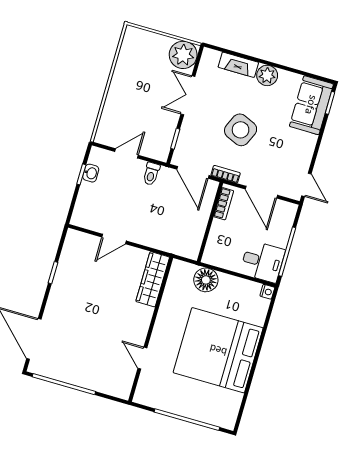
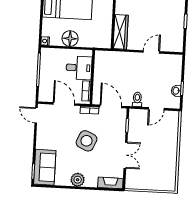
plant: (183, 55) -> (135, 180), removed
fireplace: (238, 65) -> (110, 183), moved
desk: (262, 262) -> (79, 68), moved, turned 180
floor lamp: (206, 280) -> (70, 39), moved

